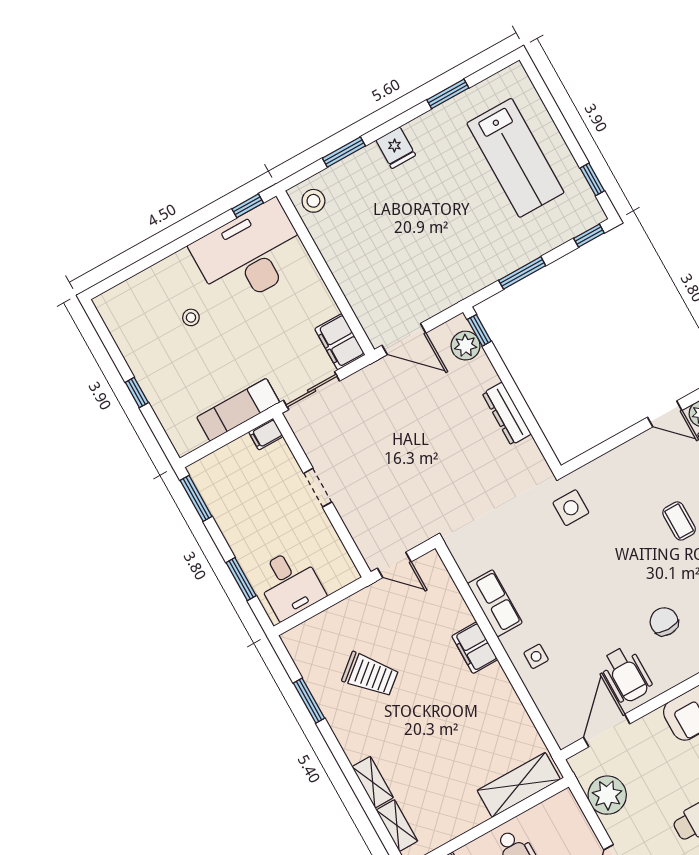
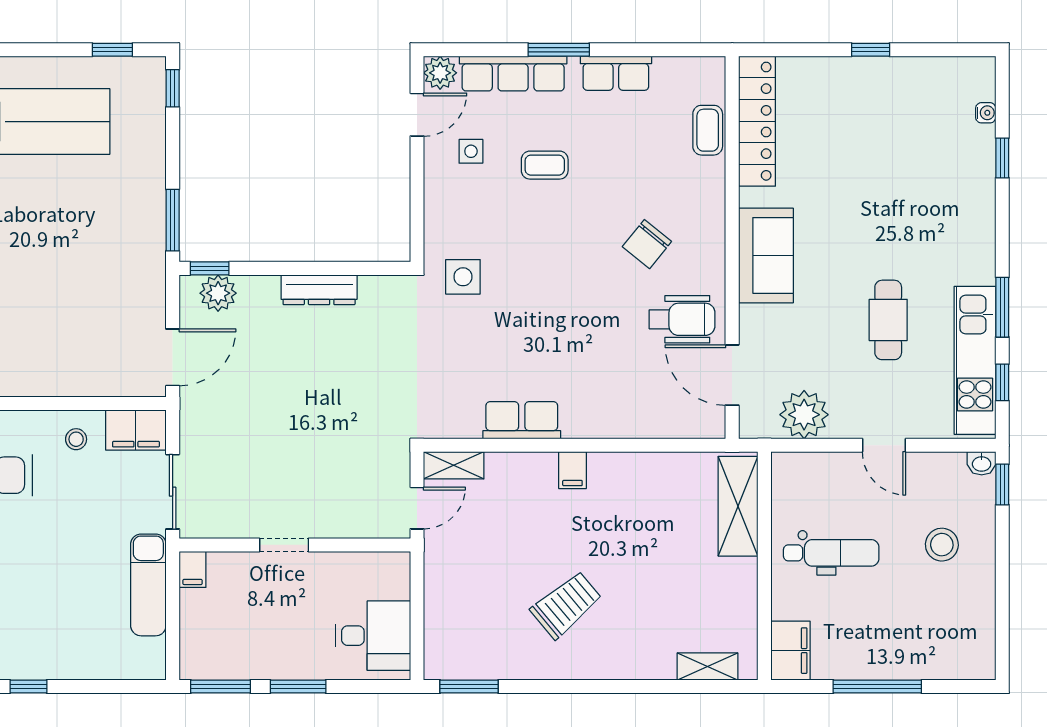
window: (522, 273) -> (173, 220), moved
stool: (191, 317) -> (76, 439), moved
window: (137, 392) -> (28, 686), moved
window: (241, 579) -> (298, 686), moved
chair: (664, 622) -> (647, 244), turned -51
filing cabinet: (475, 648) -> (572, 470), width x0.50
side table: (536, 656) -> (471, 151), moved
trolley: (370, 675) -> (566, 605), moved
window: (309, 701) -> (469, 686), moved
shelving: (373, 782) -> (454, 465), moved

